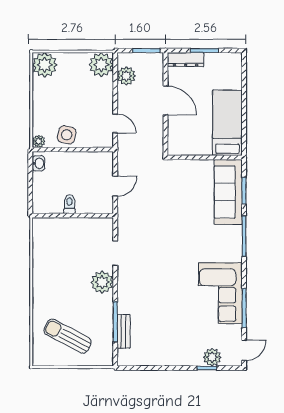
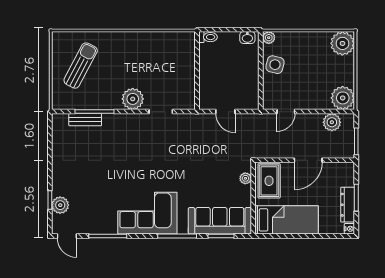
nightstand: (237, 58) -> (349, 229), added
dresser: (186, 60) -> (348, 205), moved
rug: (187, 141) -> (269, 181), added
plant: (184, 165) -> (245, 178), added
toilet: (69, 204) -> (208, 37), moved
corner sofa: (220, 293) -> (147, 213), moved

